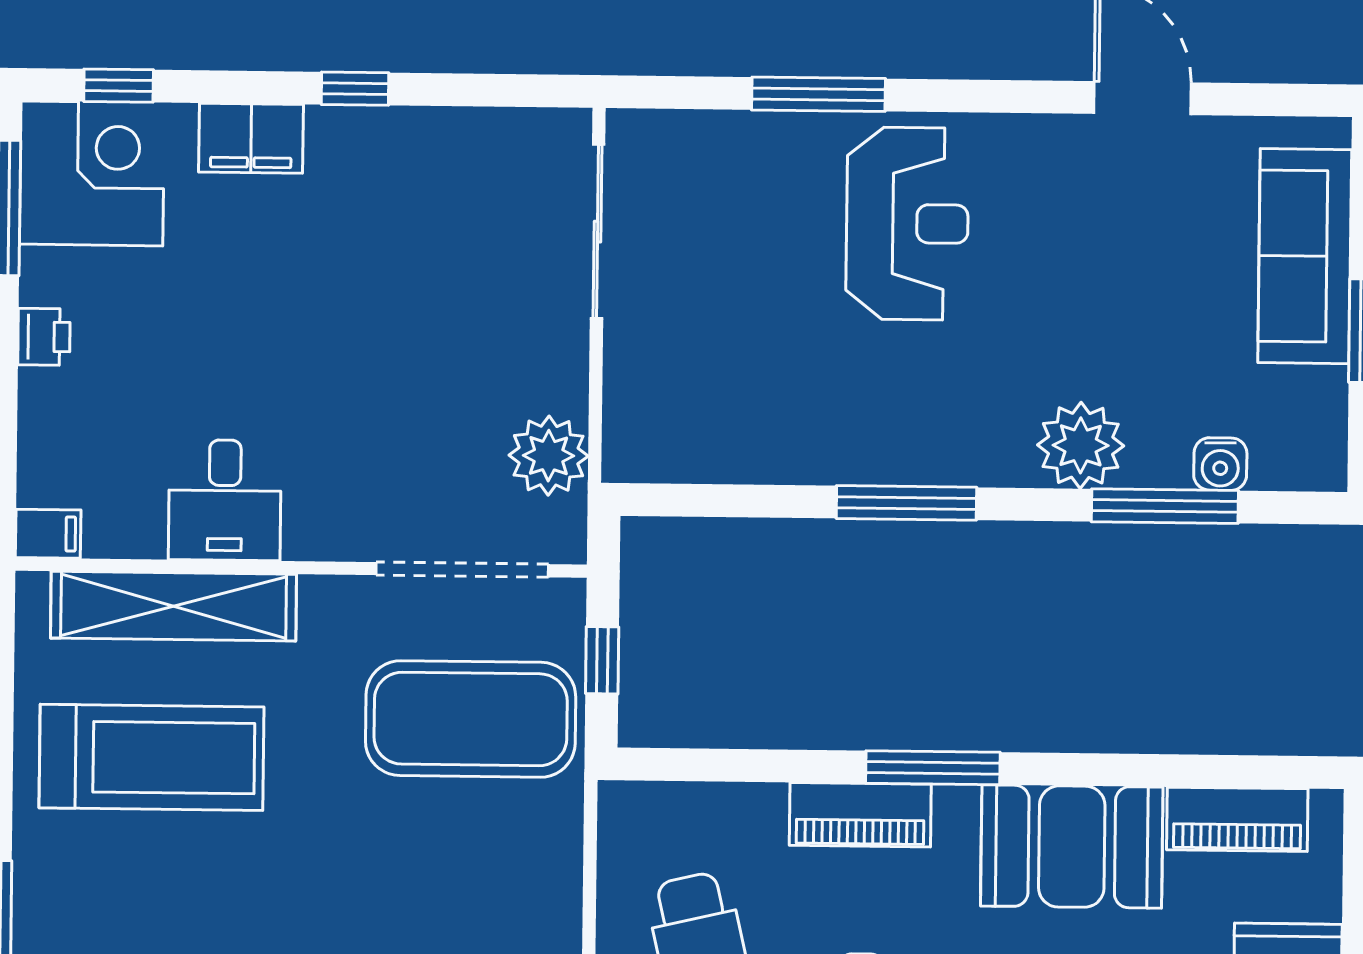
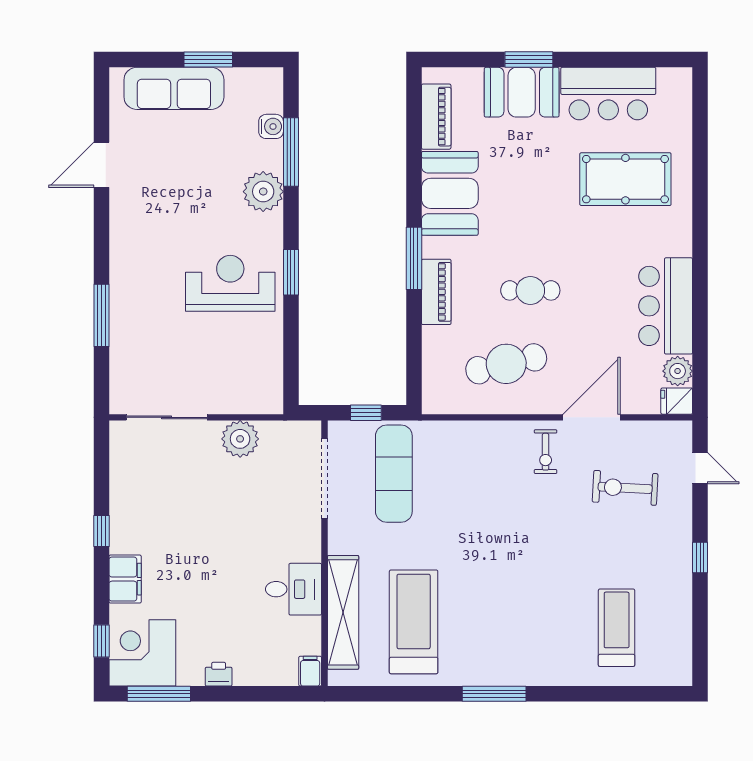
reception desk: (907, 224) -> (230, 283), moved
plant: (549, 456) -> (240, 439), moved
window: (906, 503) -> (291, 272), width x0.69
exercise mat: (471, 719) -> (394, 474), width x0.68

